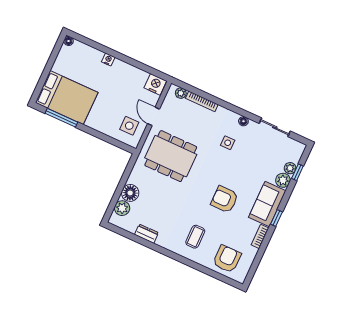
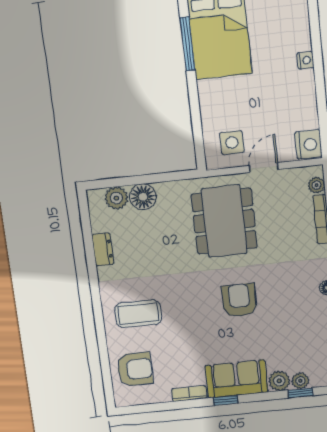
side table: (228, 143) -> (286, 284), removed
armchair: (225, 199) -> (239, 300), moved
coffee table: (195, 237) -> (138, 314), width x1.36, depth x1.30

